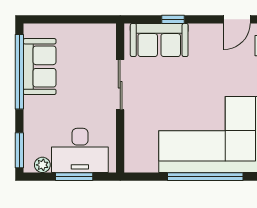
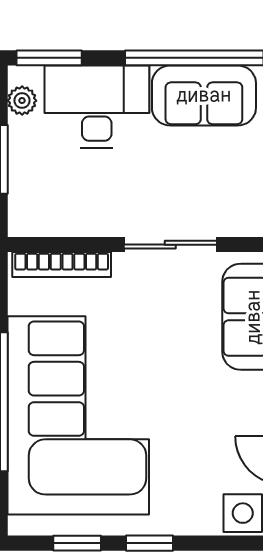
bookcase: (131, 143) -> (62, 265), added
desk: (80, 150) -> (97, 106), moved, turned 90

